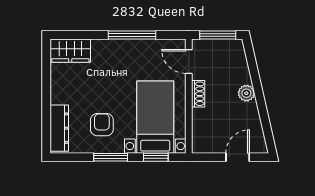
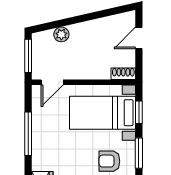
plant: (246, 93) -> (61, 34), moved
shoe rack: (198, 94) -> (123, 74), moved
door: (238, 157) -> (139, 38), hinge flipped

